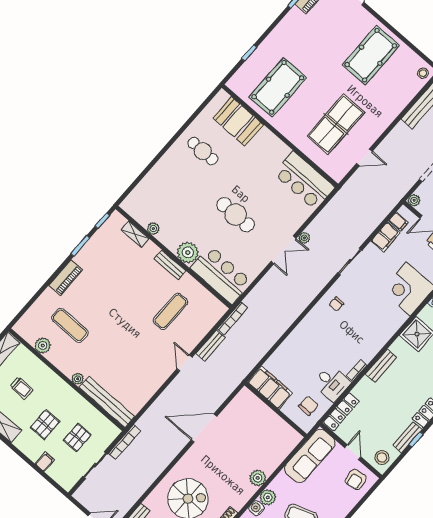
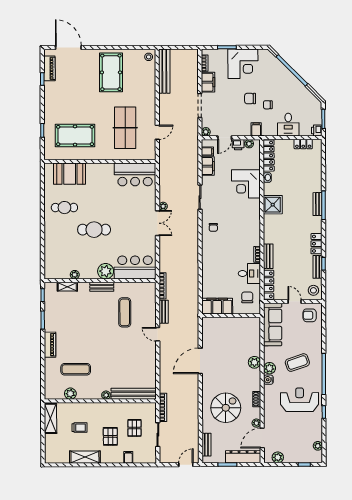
pool table: (278, 87) -> (75, 136), turned 90
cafe table: (236, 215) -> (94, 230), moved
bench: (381, 366) -> (268, 256), moved
armchair: (356, 479) -> (310, 315), turned 99

